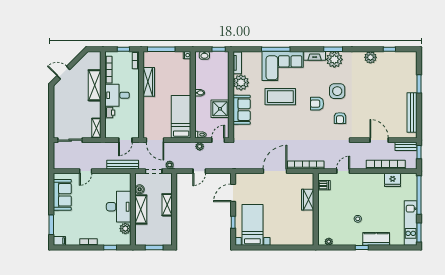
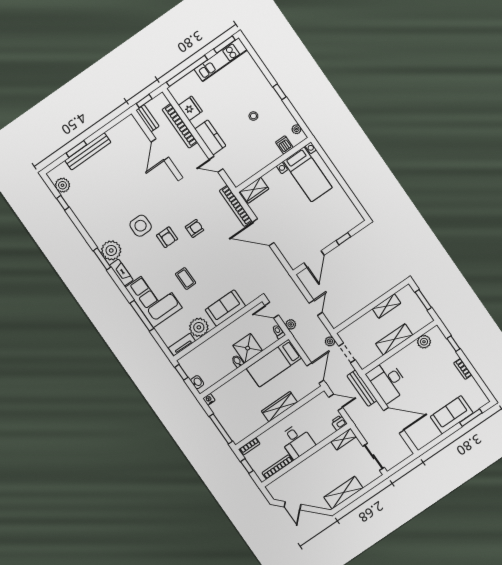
plant: (370, 57) -> (62, 185), moved
door: (63, 73) -> (293, 506), moved
wardrobe: (149, 82) -> (280, 407), moved
shelving: (95, 85) -> (343, 493), moved
coffee table: (280, 97) -> (186, 279), width x0.54, depth x0.58
shower: (220, 109) -> (248, 348), moved
bench: (412, 112) -> (88, 151), moved
printer: (110, 113) -> (339, 423), moved
armchair: (340, 118) -> (194, 228), moved
door: (86, 171) -> (394, 420), width x1.87
door: (199, 171) -> (316, 308), hinge flipped
dishwasher: (324, 185) -> (284, 145), moved
boiler: (140, 189) -> (375, 354), removed
door: (233, 193) -> (314, 259), hinge flipped
sofa: (62, 195) -> (452, 415), moved
wardrobe: (308, 200) -> (254, 190), moved
shelving: (167, 205) -> (387, 306), moved
desk: (119, 207) -> (388, 381), moved, turned -90
bed with nightstands: (252, 225) -> (308, 174), moved, turned -90
kitchen counter: (376, 239) -> (210, 137), moved, turned 180
filing cabinet: (59, 241) -> (482, 399), removed

